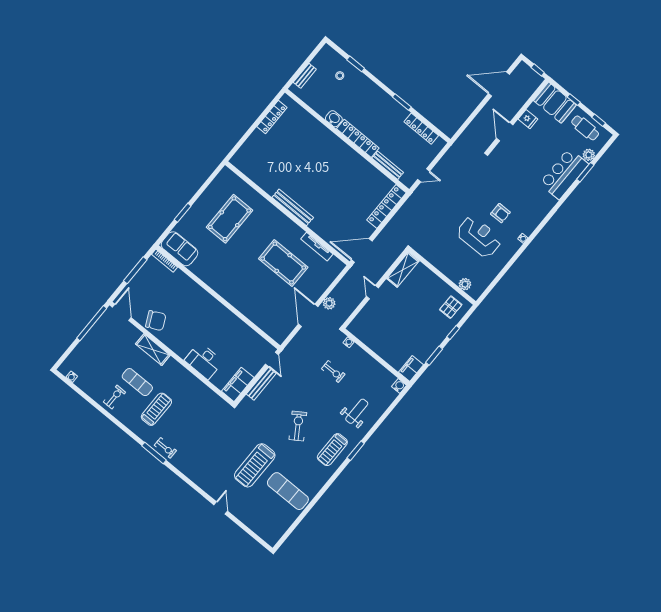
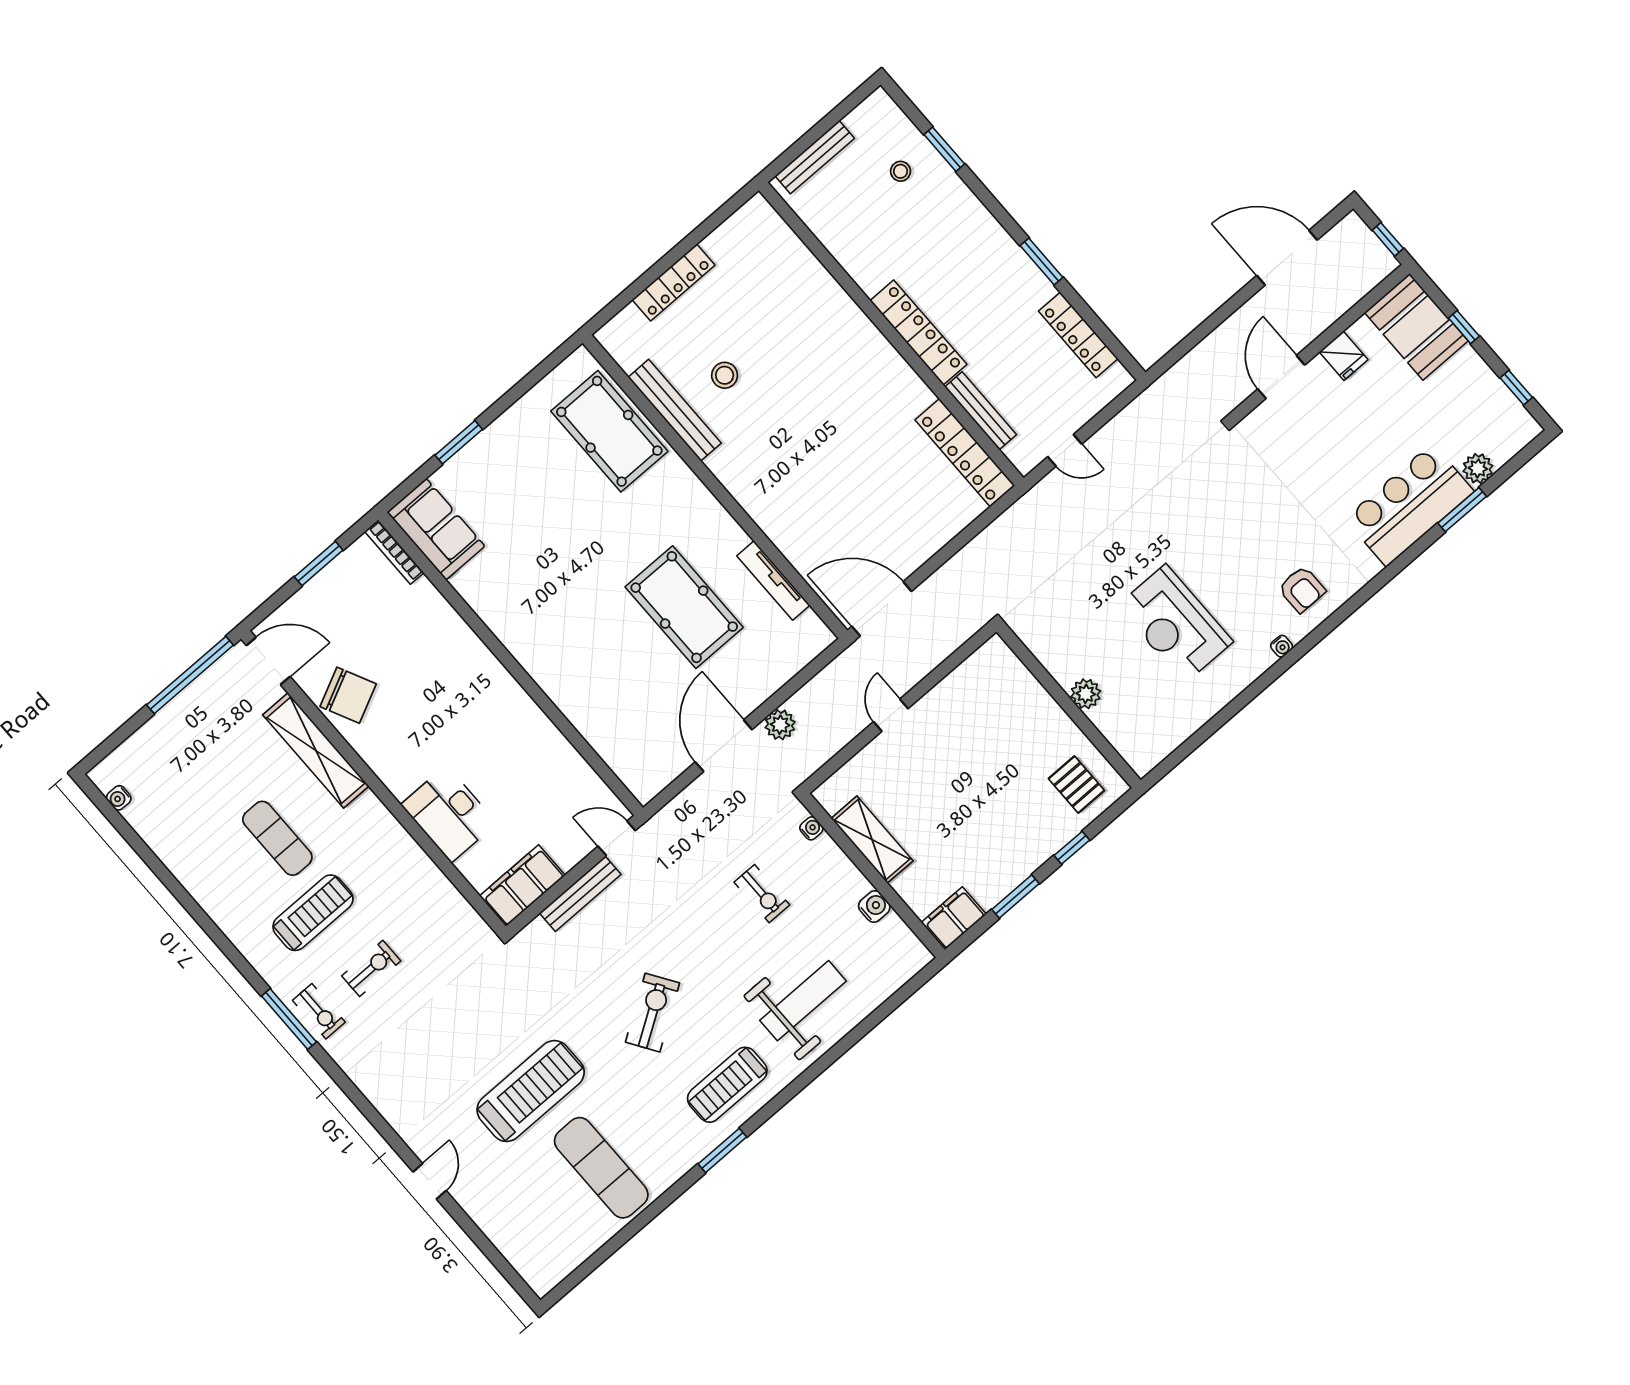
bench: (305, 76) -> (815, 157), width x1.36
locker: (272, 117) -> (674, 282), moved
washbasin: (334, 119) -> (868, 274), removed
cafe table: (585, 128) -> (1480, 401), removed
stool: (284, 168) -> (725, 375), added
locker: (386, 206) -> (965, 453), moved, turned -90
bench: (293, 207) -> (675, 410), moved
armchair: (500, 213) -> (1302, 589), moved
pool table: (230, 219) -> (609, 431), moved, turned 90
reception desk: (479, 237) -> (1175, 624), turned 180
window: (135, 270) -> (319, 564), width x0.69
shelving: (403, 270) -> (872, 840), moved, turned 90
plant: (465, 284) -> (1086, 694), moved
pallet: (451, 307) -> (1076, 785), turned 90
door: (122, 312) -> (268, 661), hinge flipped
shelving: (153, 350) -> (316, 750), width x1.47
door: (272, 359) -> (617, 838), swing flipped
water cooler: (399, 386) -> (874, 906), moved
exercise bike: (114, 397) -> (371, 968), moved
weight bench: (357, 411) -> (803, 1001), width x1.36, depth x1.33
window: (356, 451) -> (722, 1150), moved
treadmill: (255, 465) -> (531, 1091), turned 180

